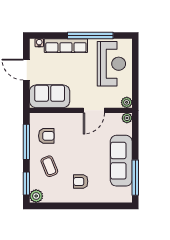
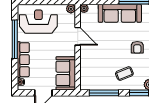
armchair: (46, 136) -> (99, 76), removed

